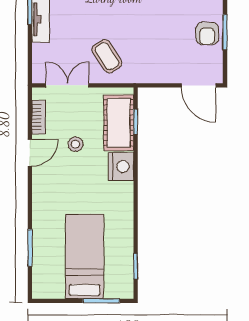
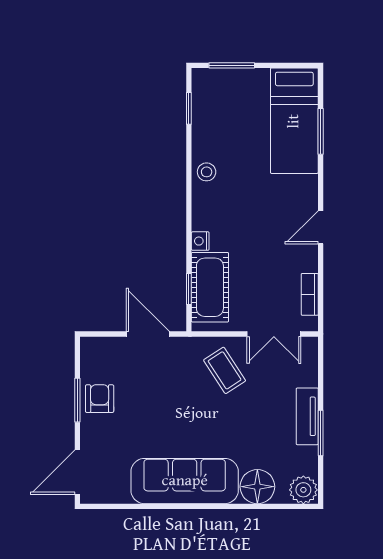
door: (199, 85) -> (148, 334), moved
stool: (75, 144) -> (207, 172), moved
door: (30, 153) -> (321, 227), moved
nightstand: (121, 167) -> (200, 241), width x0.53, depth x0.56
bed: (85, 256) -> (294, 121), moved

